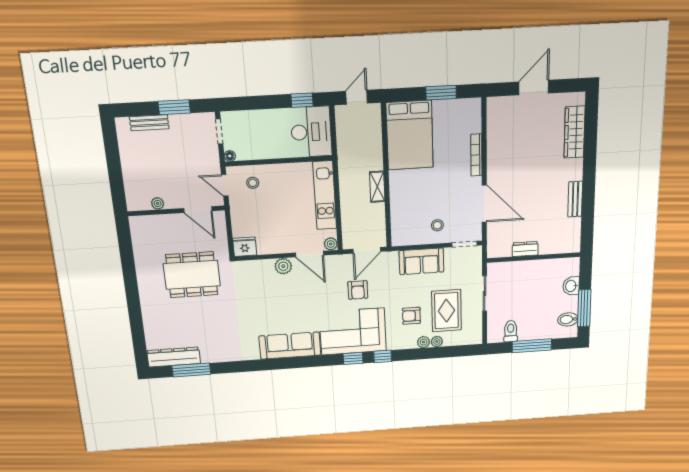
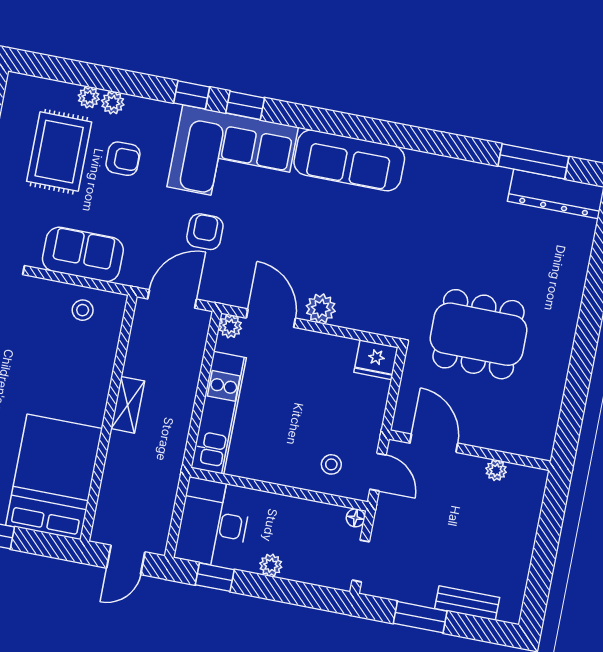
plant: (271, 116) -> (271, 565), added
stool: (437, 225) -> (83, 310), moved

